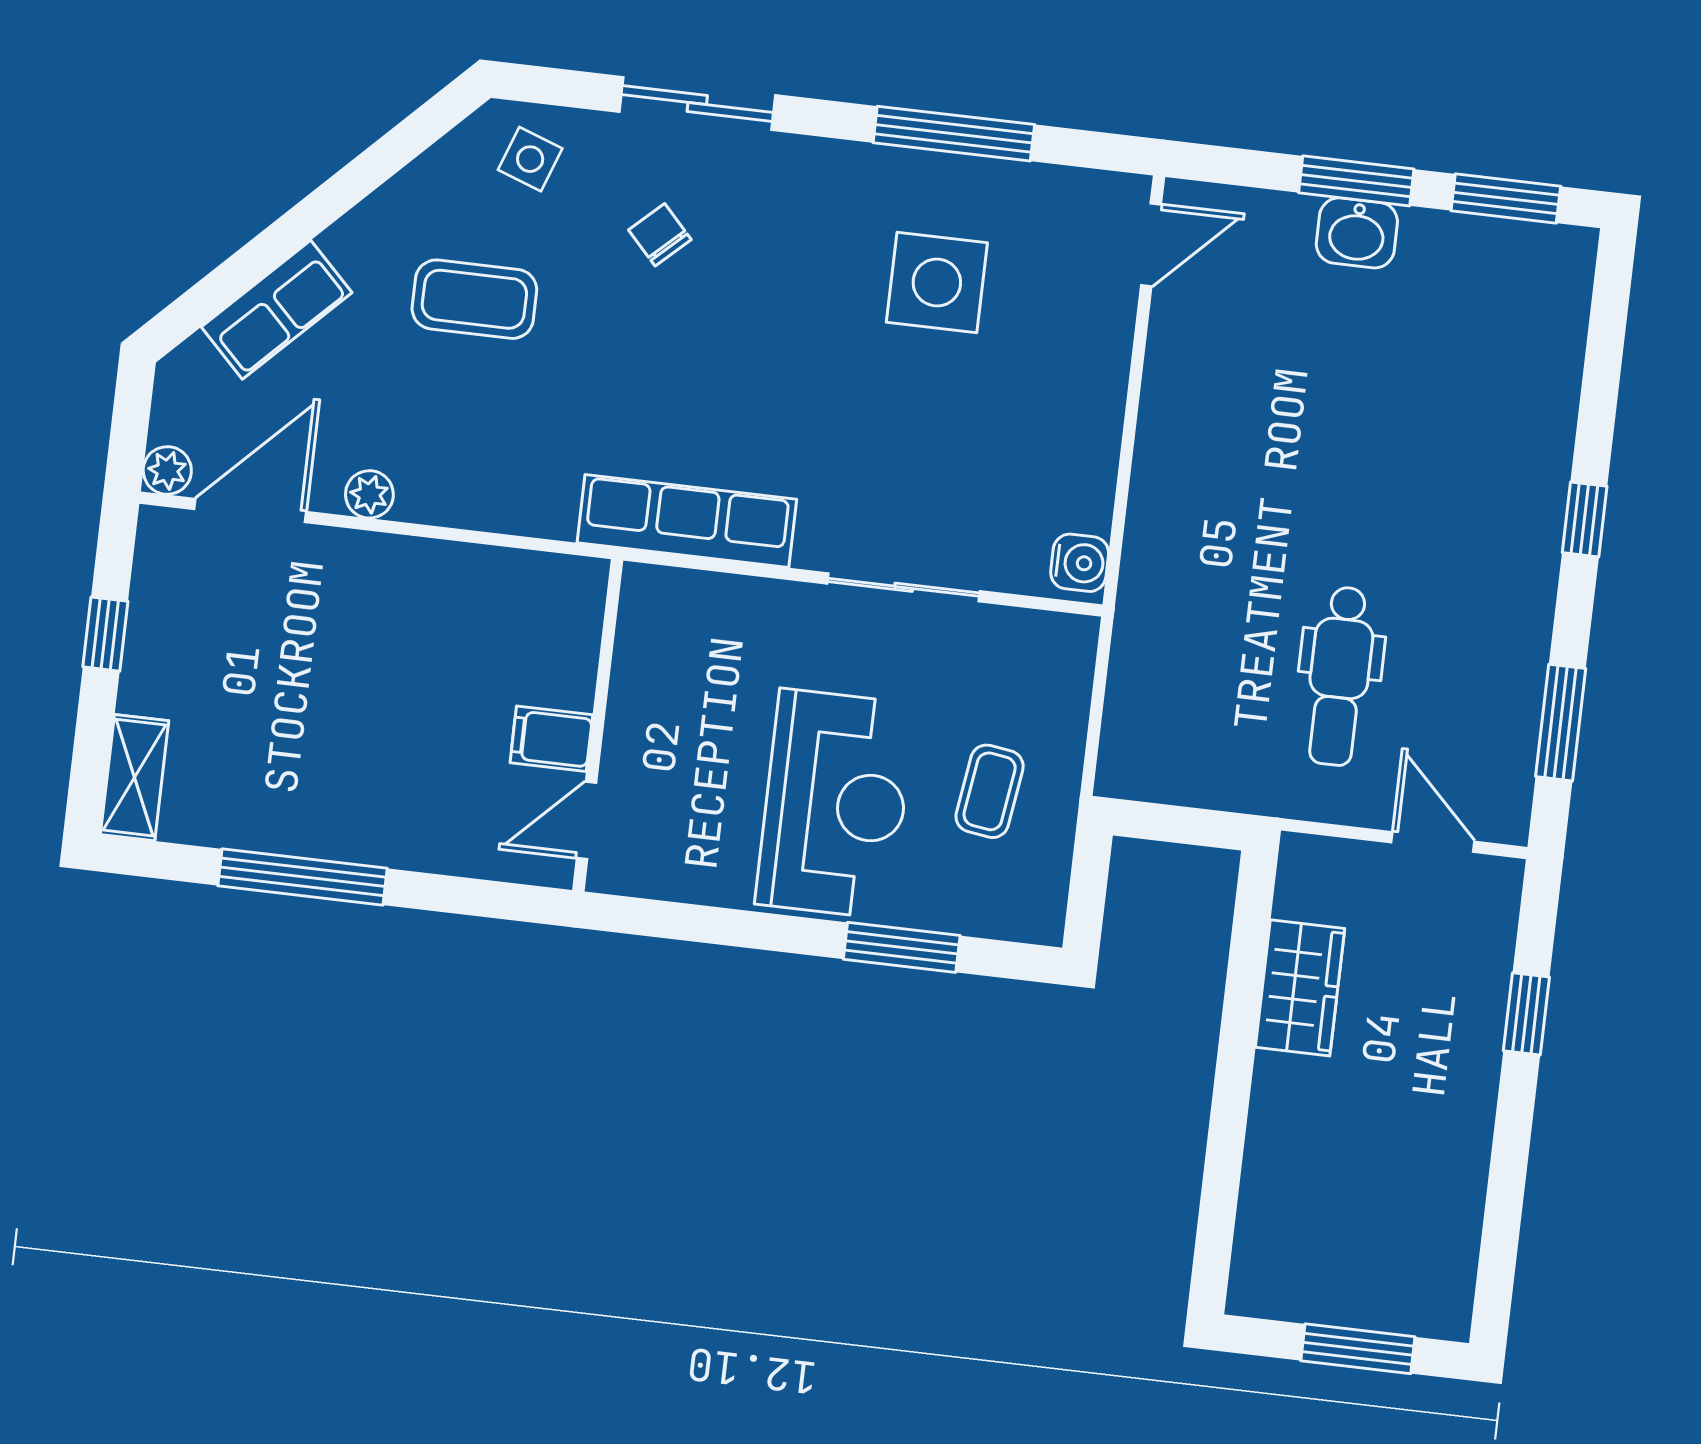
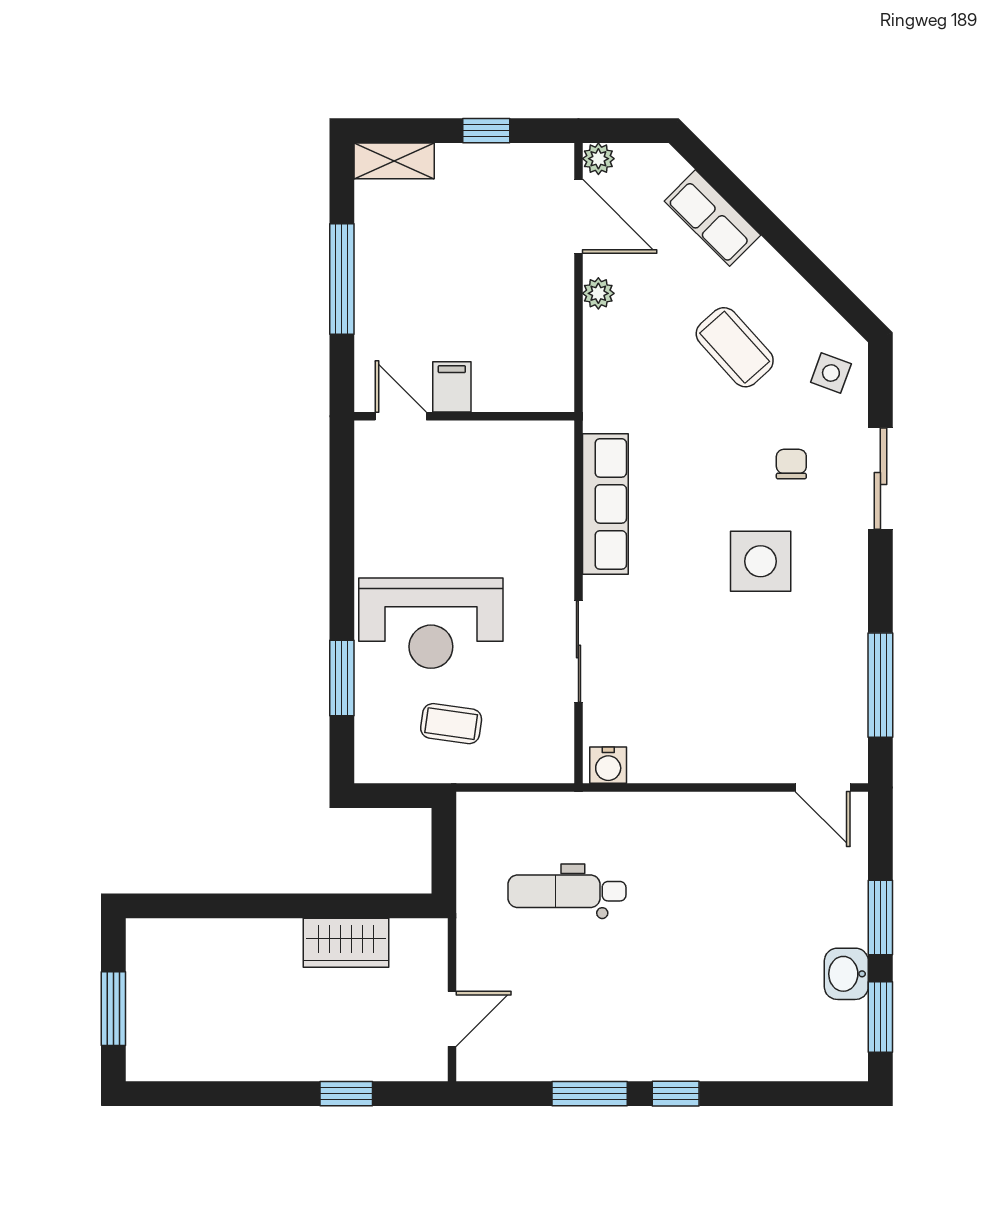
window: (954, 134) -> (880, 685), moved
washbasin: (1357, 233) -> (846, 974), moved
chair: (660, 235) -> (791, 464), turned -47
side table: (937, 282) -> (761, 561), moved
coffee table: (474, 299) -> (735, 347), turned -42
dental chair: (1339, 676) -> (567, 891), moved
window: (1561, 723) -> (590, 1094), moved
wall: (598, 725) -> (464, 416), moved
filing cabinet: (551, 739) -> (452, 387), moved
door: (586, 820) -> (401, 416), moved

